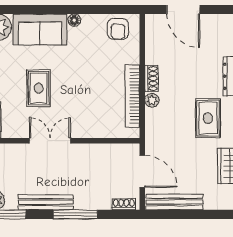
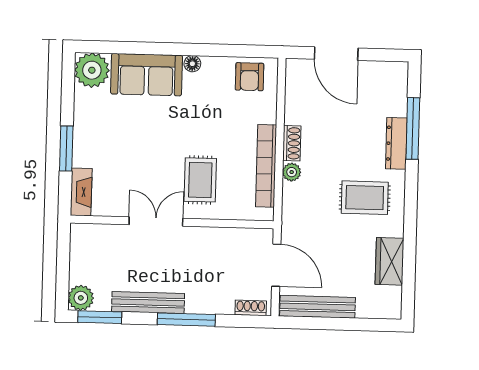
rug: (39, 88) -> (200, 180), moved
rug: (208, 118) -> (365, 198), turned 90

